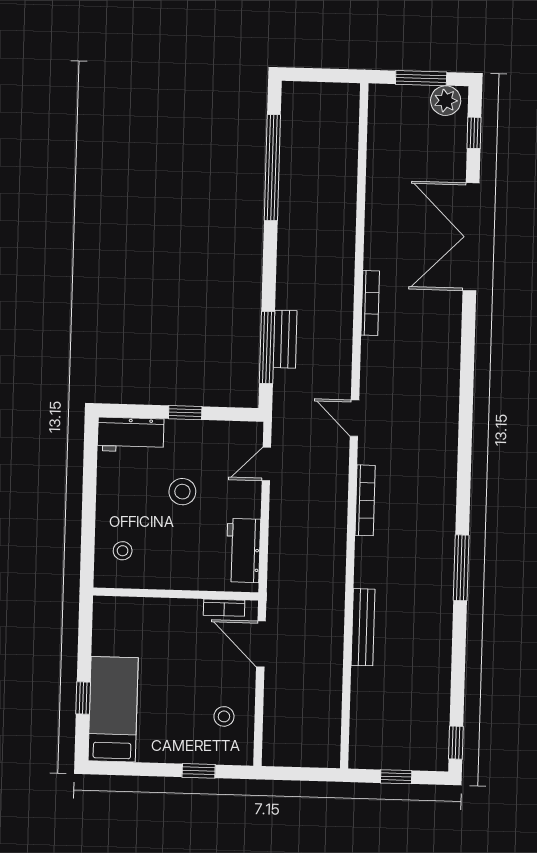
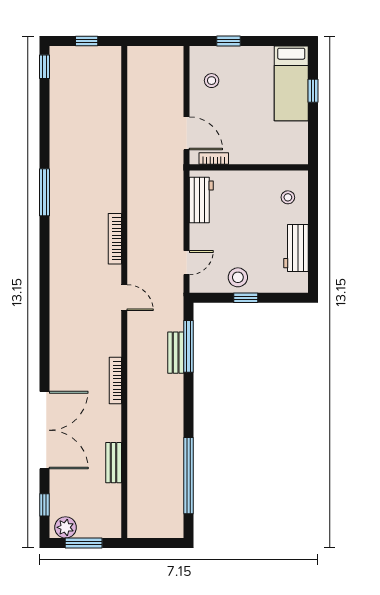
workbench: (131, 435) -> (296, 248), moved, turned -90
stool: (182, 492) -> (238, 277), moved
bench: (363, 627) -> (114, 463), moved, width x0.73

